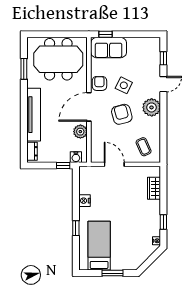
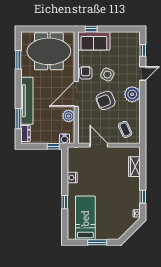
armchair: (122, 114) -> (106, 100), turned -97
window: (24, 135) -> (18, 119), added

